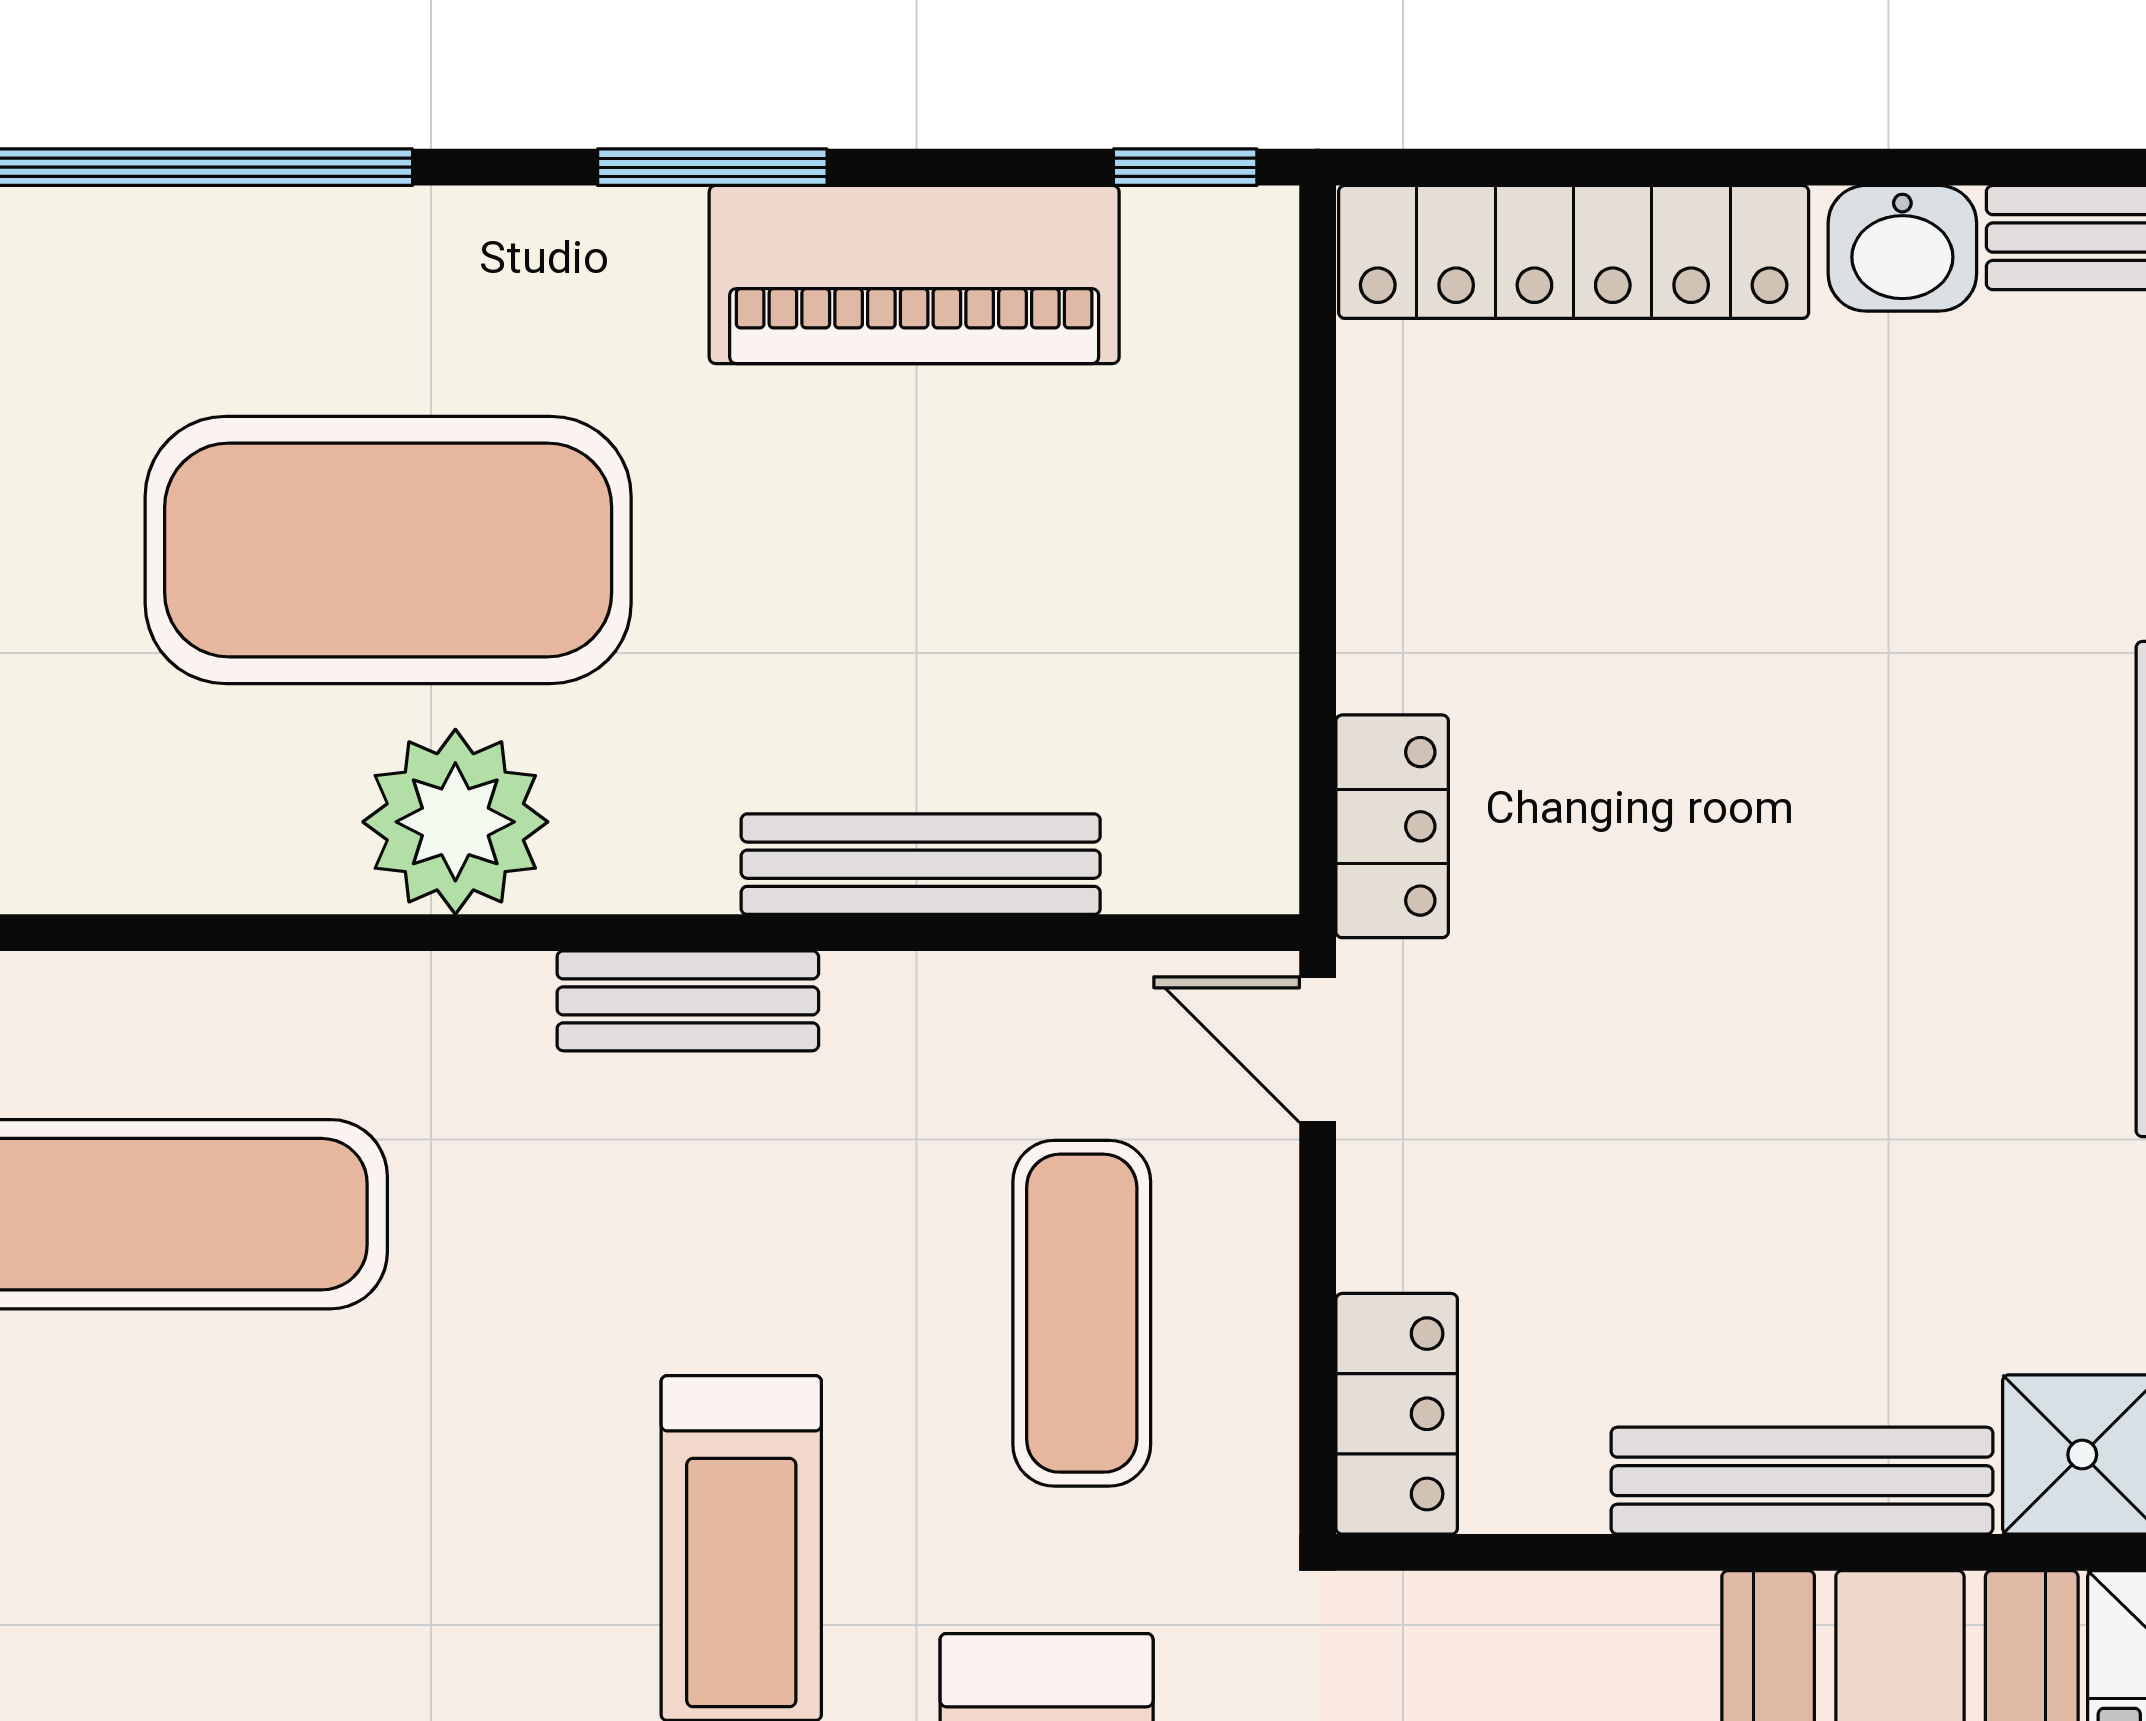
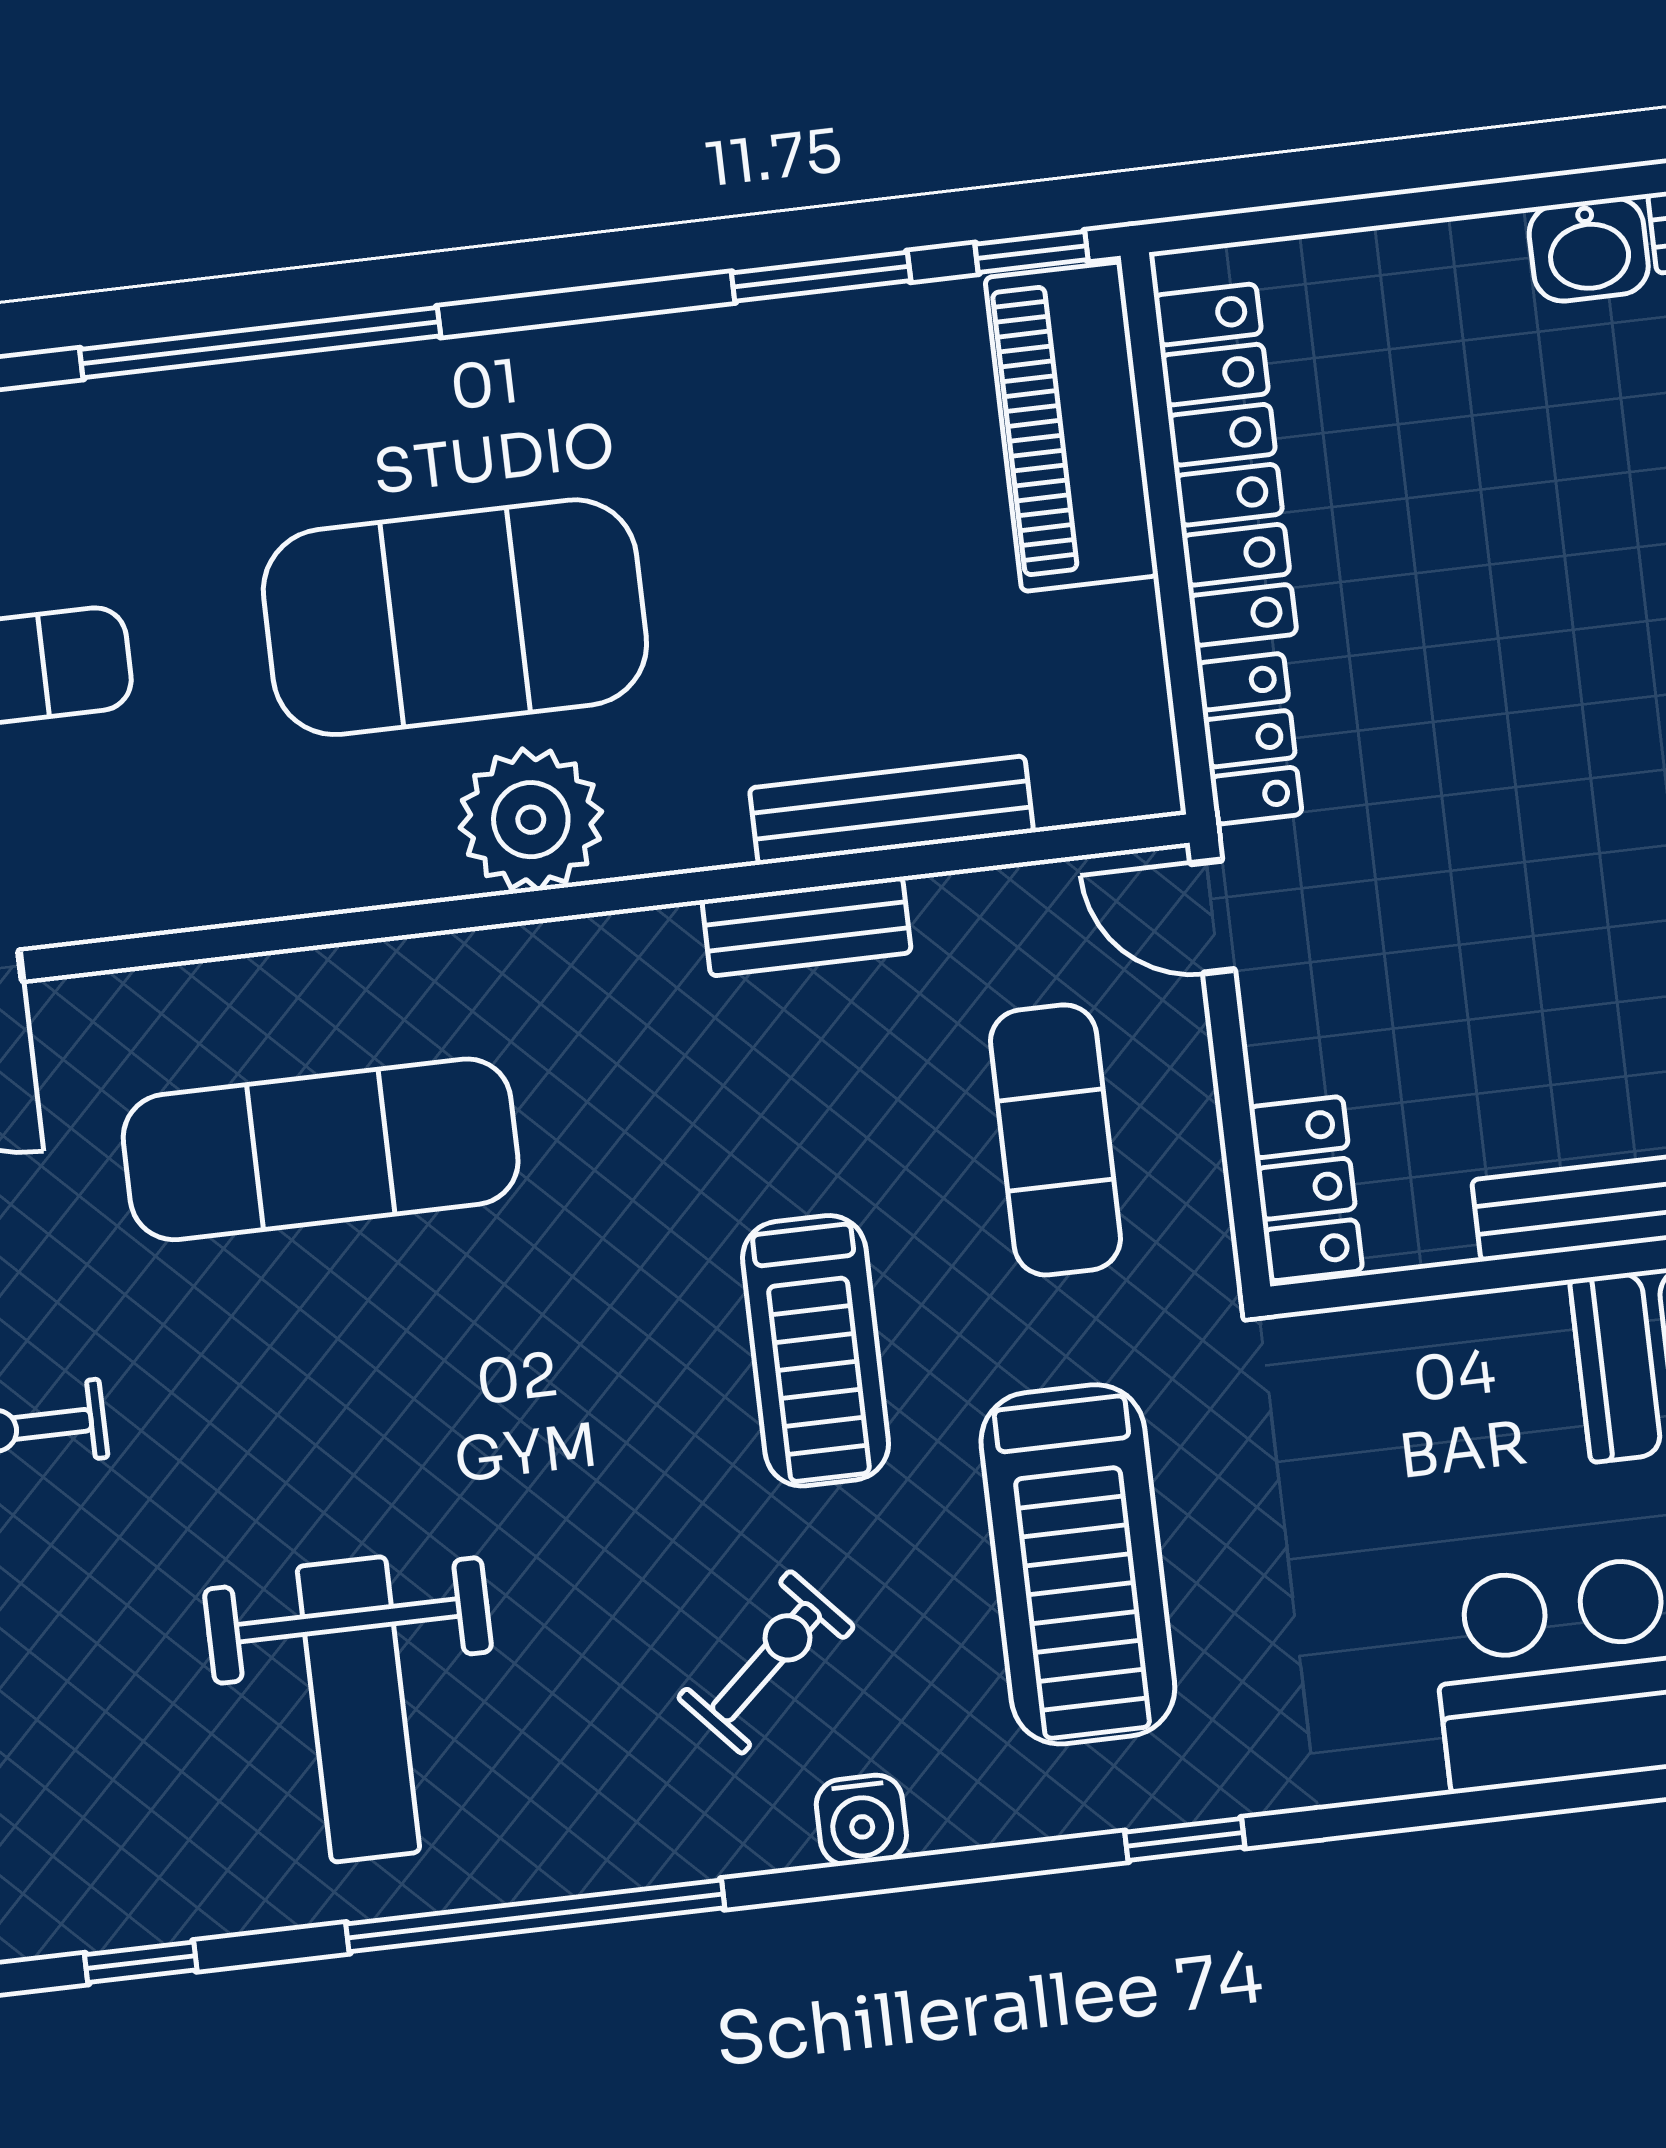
window: (712, 167) -> (821, 277), moved
locker: (1574, 252) -> (1225, 465), moved, turned -90
piano: (914, 274) -> (1072, 427), moved, turned 90
bench: (688, 1001) -> (807, 926), moved

